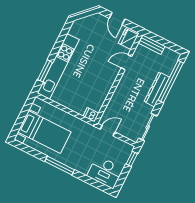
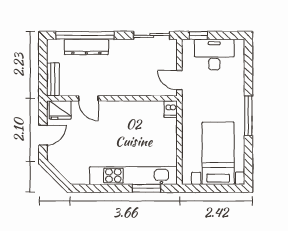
dresser: (157, 89) -> (86, 47), moved
desk: (105, 172) -> (214, 55), moved, turned -90

